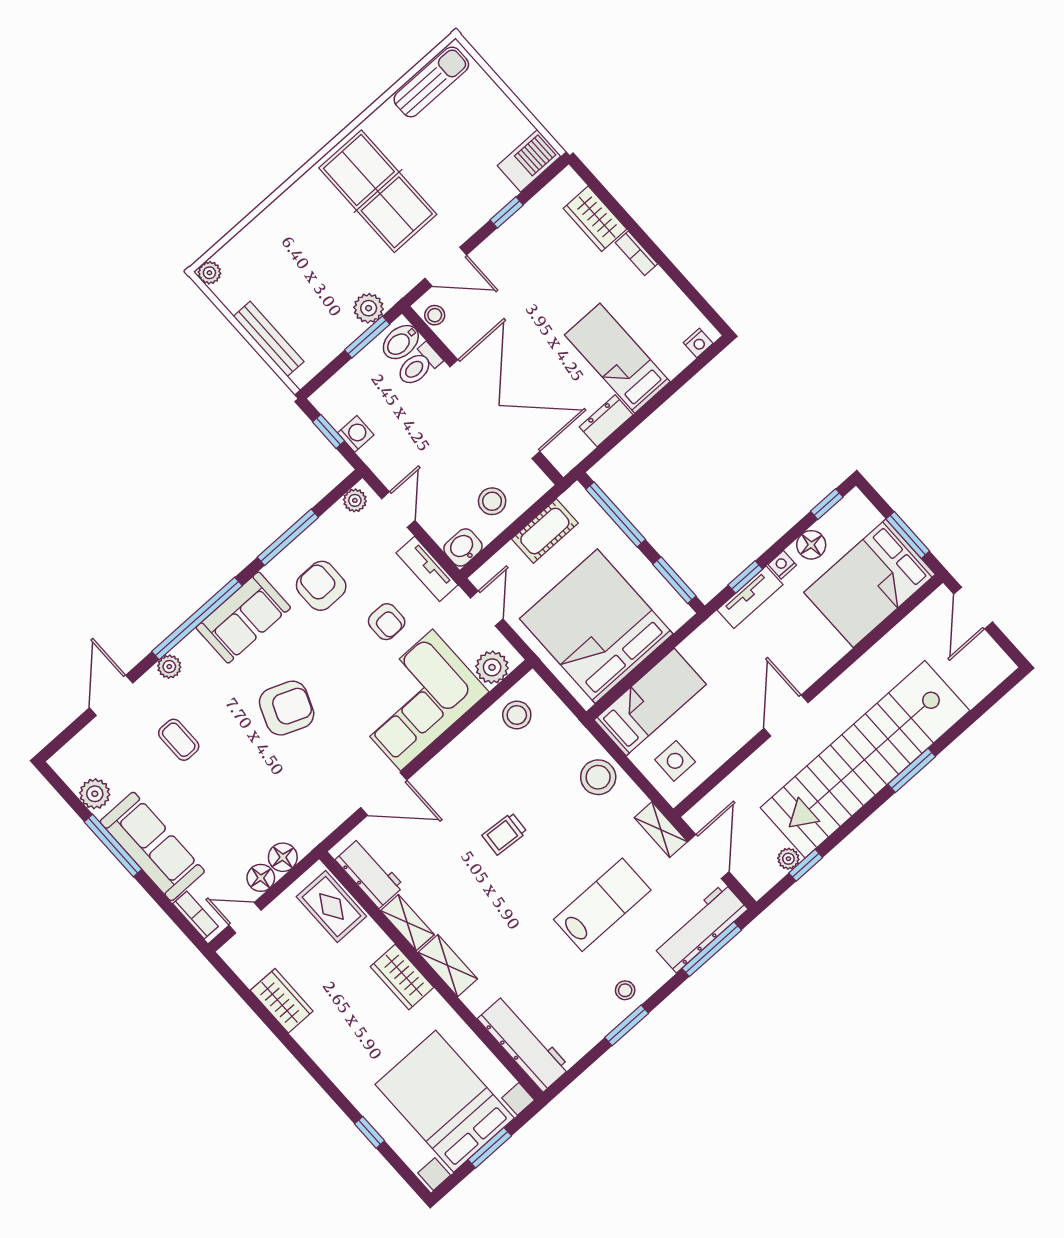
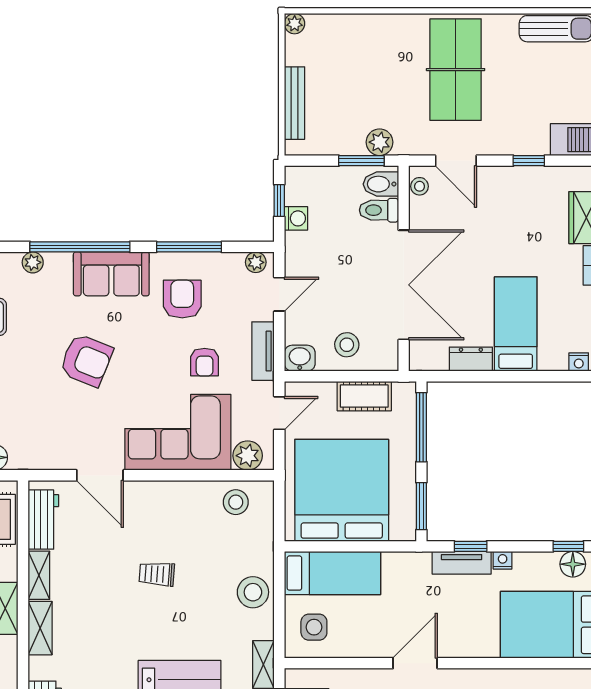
floor lamp: (811, 545) -> (573, 564), moved

